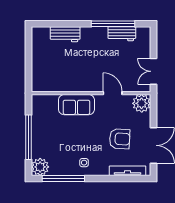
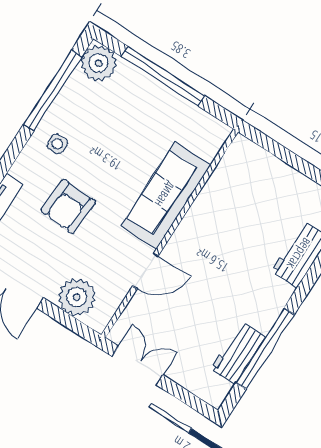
plant: (142, 103) -> (77, 297), moved
sofa: (76, 105) -> (166, 195), width x1.36
armchair: (120, 139) -> (68, 207), moved

